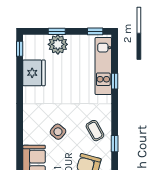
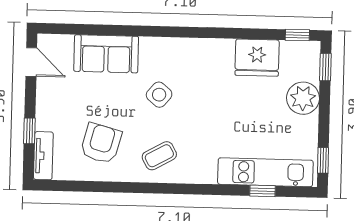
window: (57, 31) -> (325, 67), moved
window: (115, 81) -> (263, 191), moved
window: (115, 144) -> (137, 188), removed

